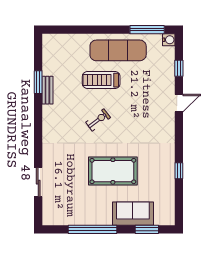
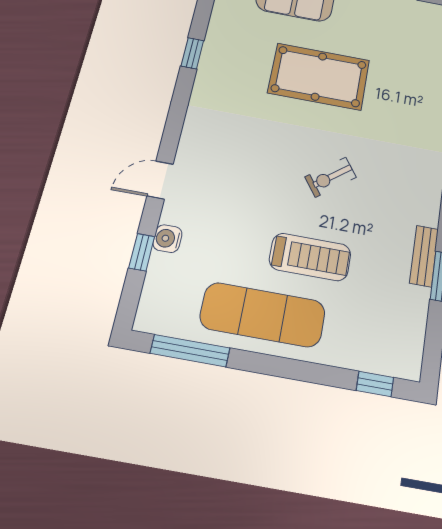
window: (62, 30) -> (375, 384), added
water cooler: (169, 40) -> (167, 239), moved

